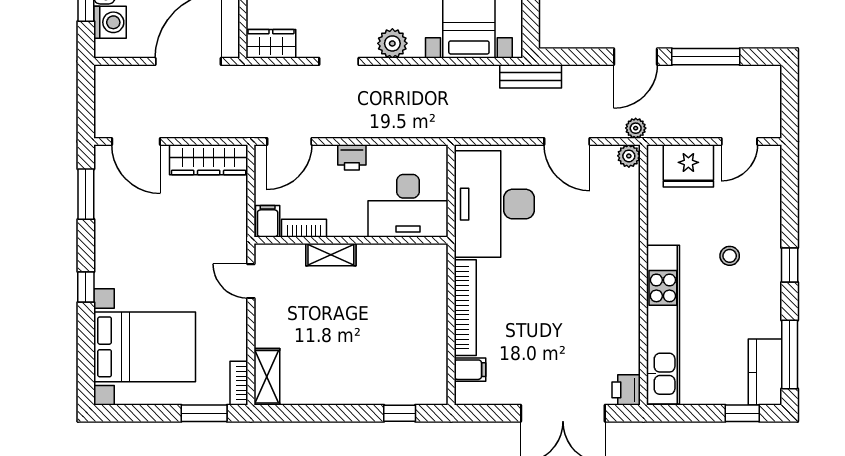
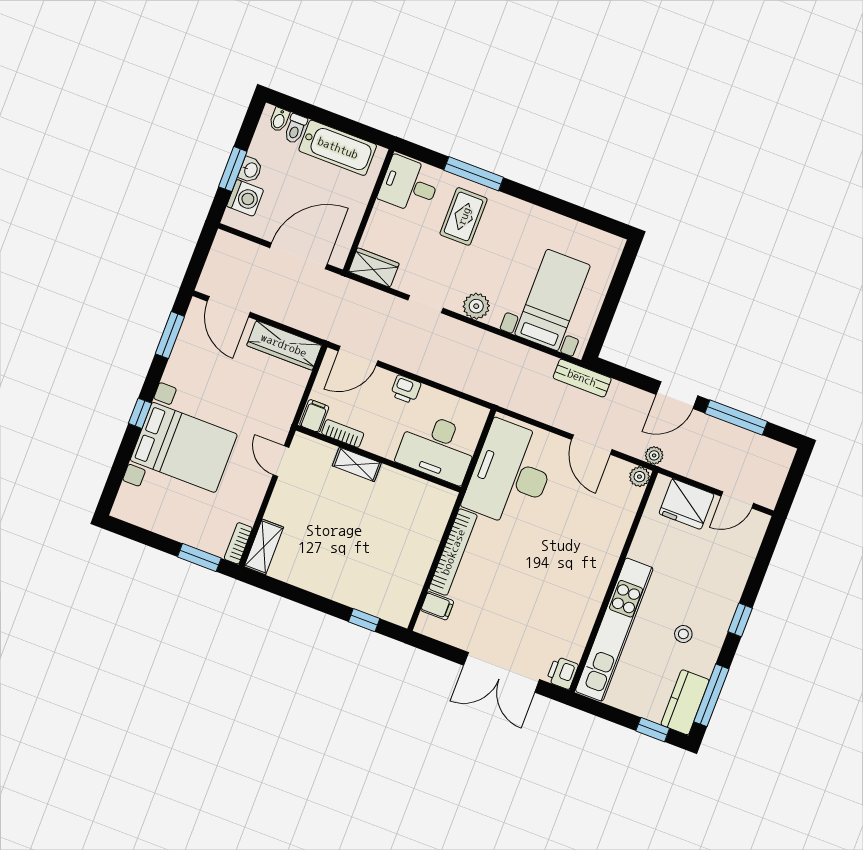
stool: (730, 256) -> (683, 634), moved
bed with nightstands: (145, 347) -> (184, 447), moved

